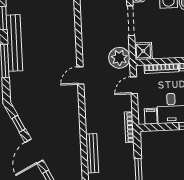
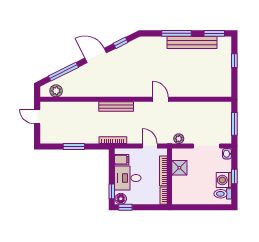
shower: (143, 51) -> (179, 168), moved
plant: (119, 58) -> (179, 139), width x0.53, depth x0.53
bench: (92, 153) -> (116, 106), moved

